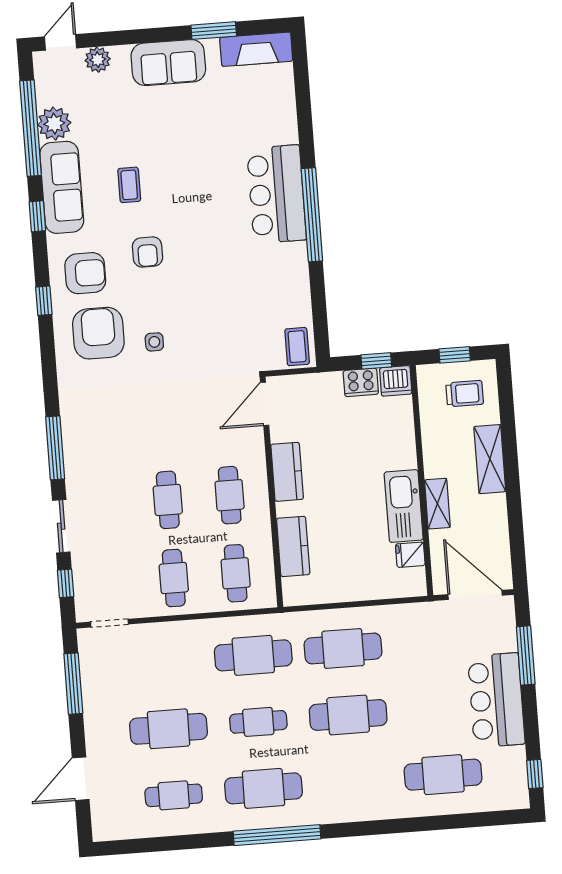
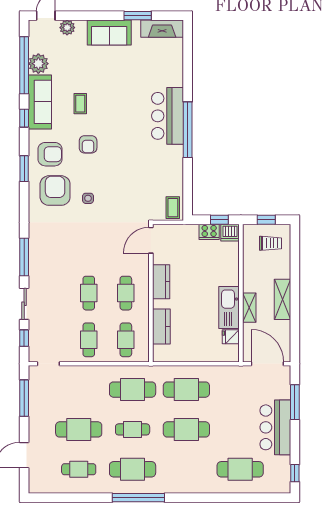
window: (44, 301) -> (24, 169), width x1.50
shelving: (490, 459) -> (282, 299), moved

